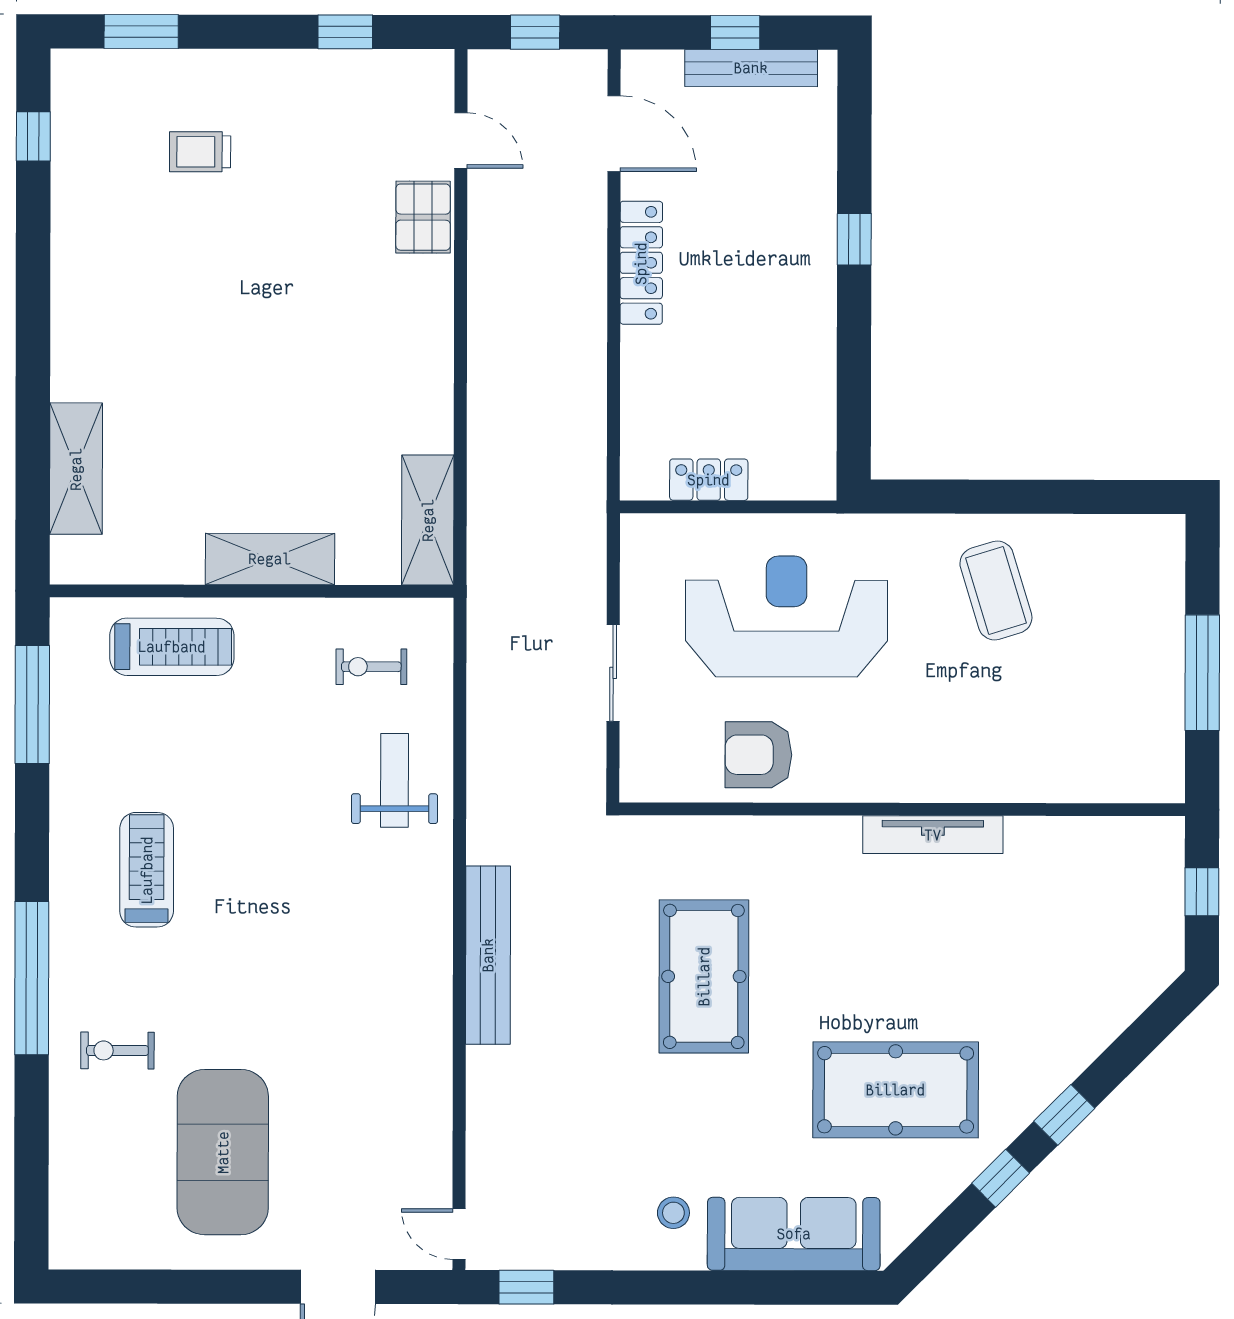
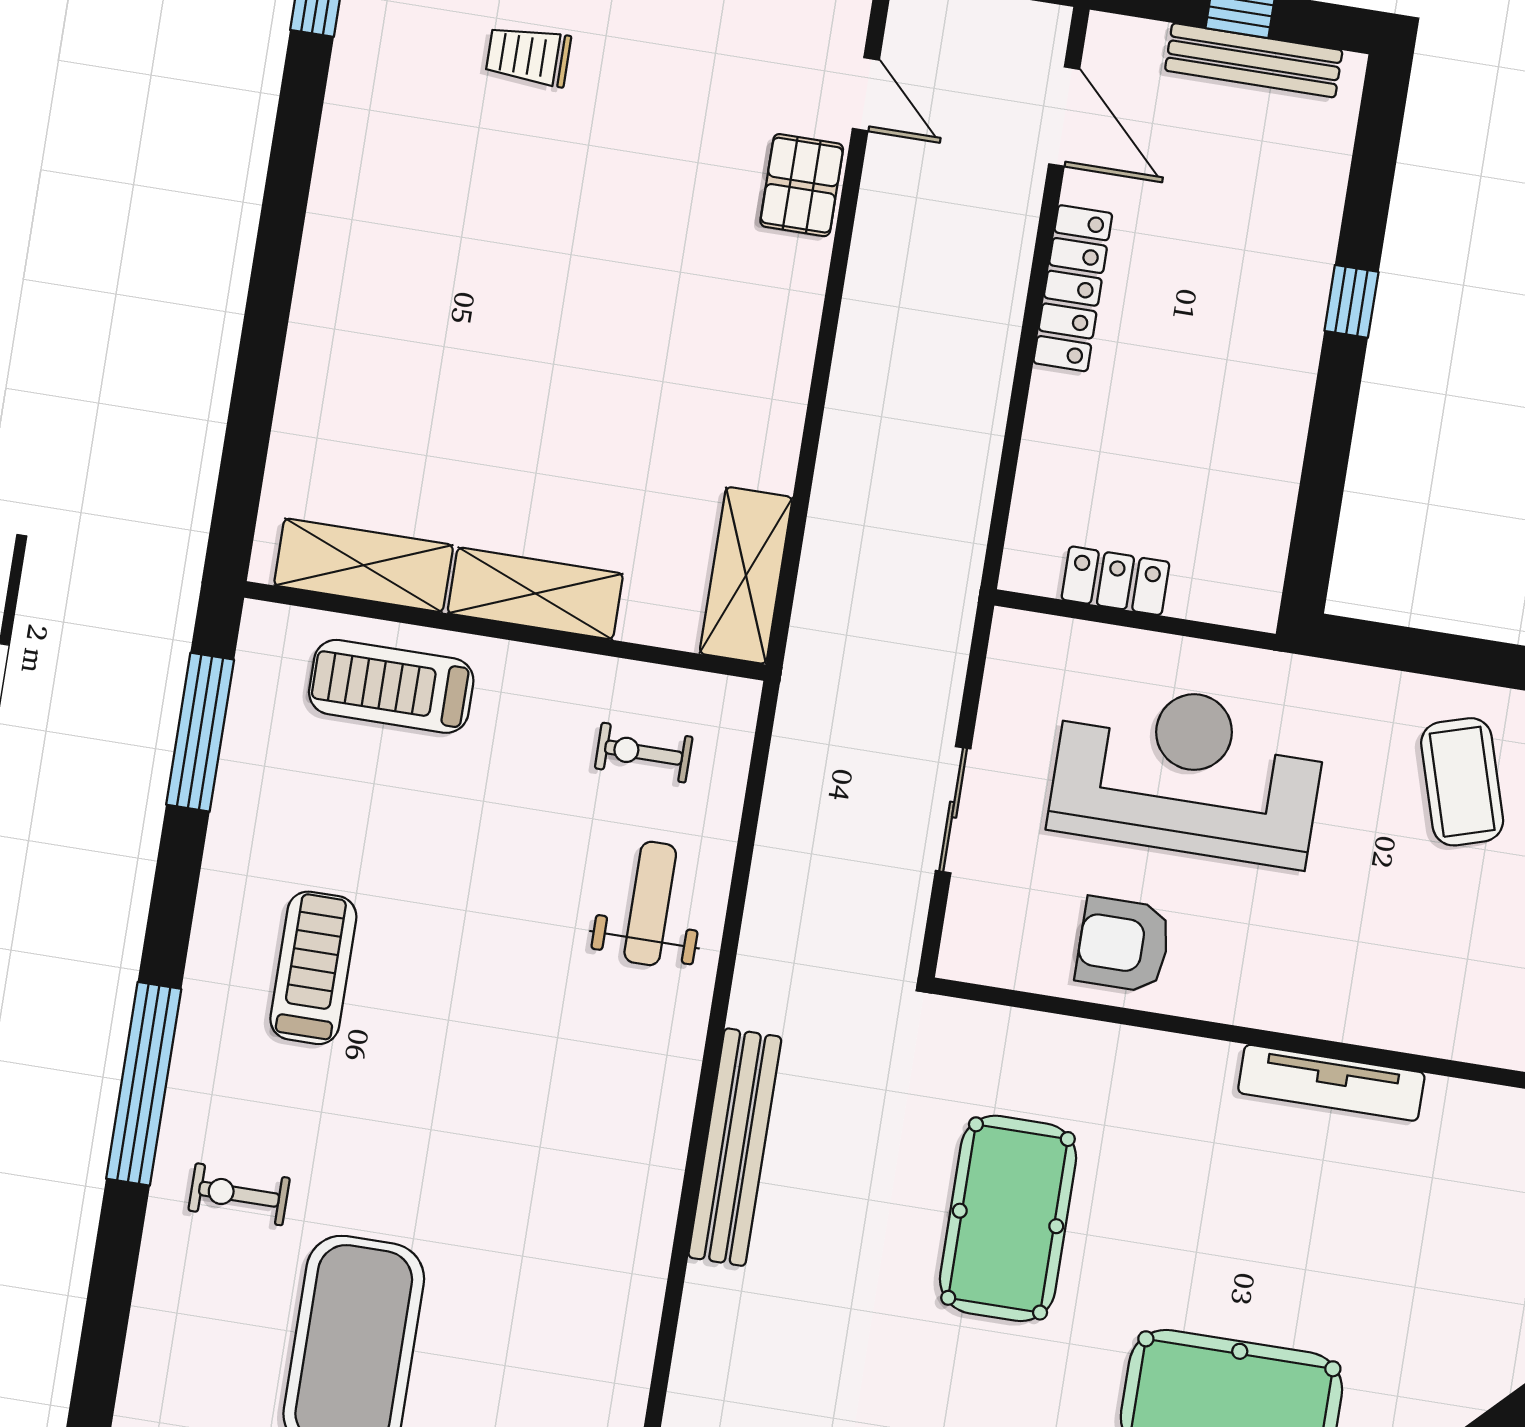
shelving: (76, 469) -> (364, 565), moved, turned 90
treadmill: (172, 647) -> (391, 686), turned 180

